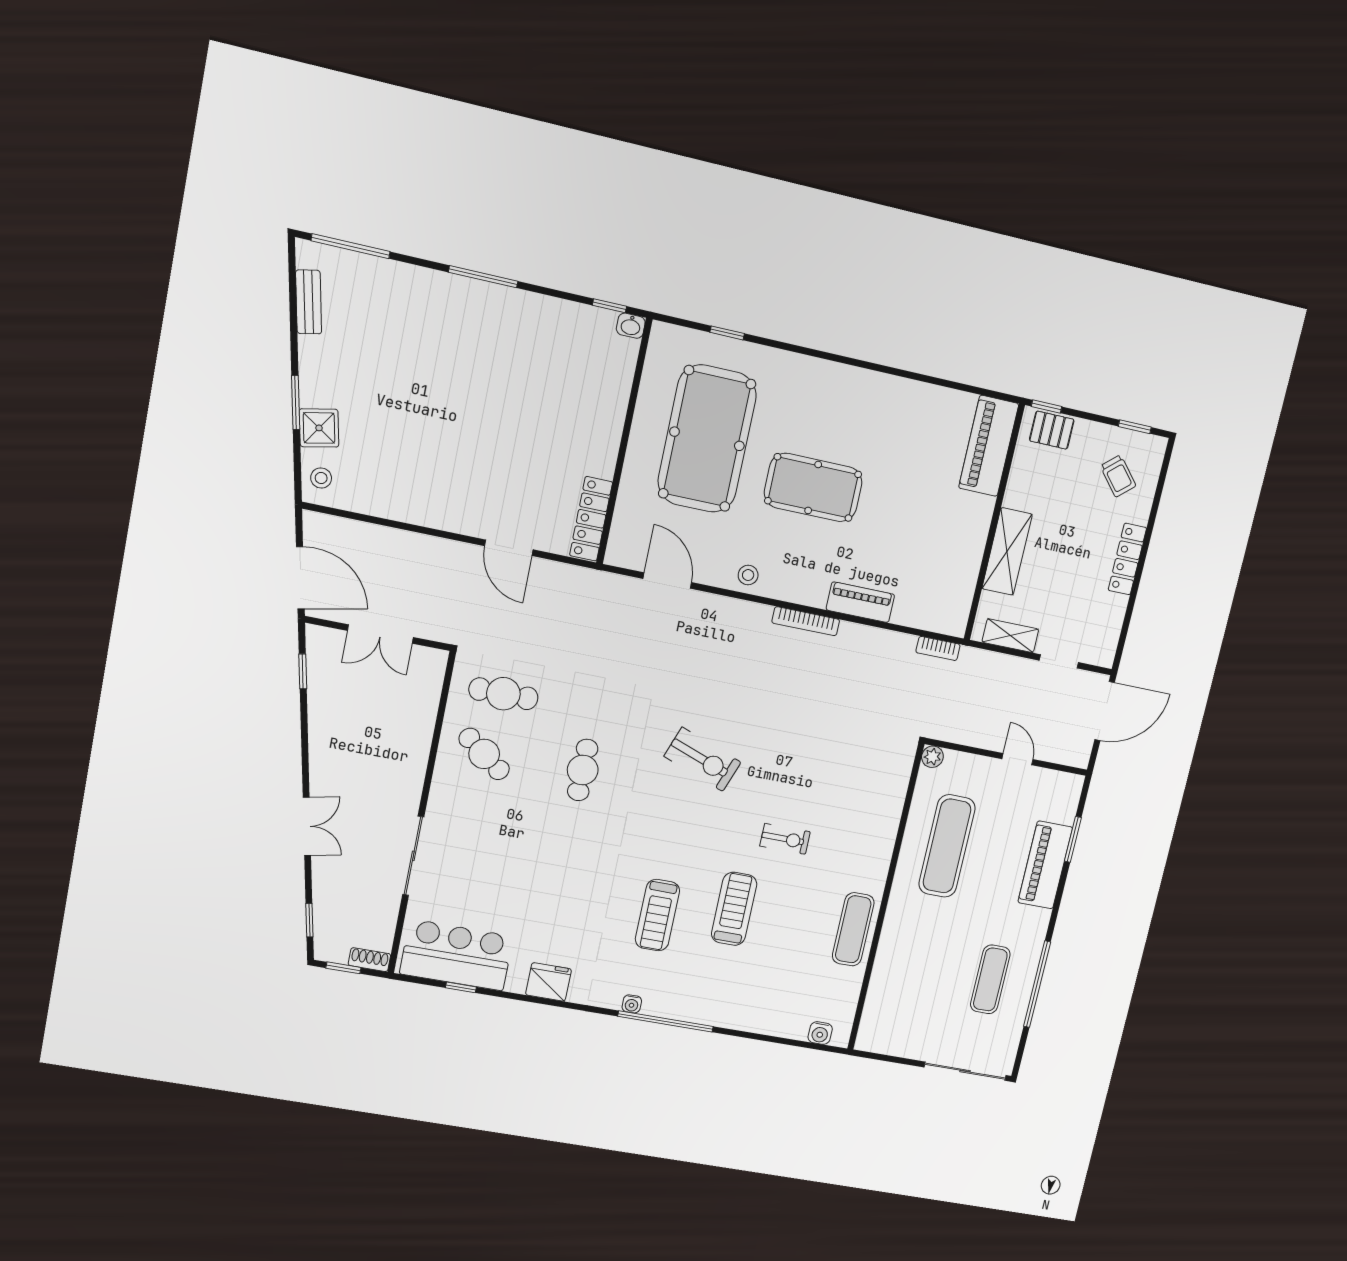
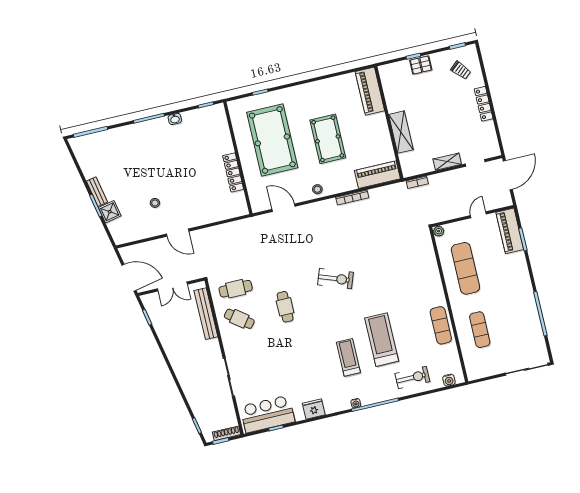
bench: (309, 302) -> (97, 192), moved
washbasin: (631, 326) -> (175, 119), moved
piano: (989, 446) -> (370, 91), moved
stool: (321, 478) -> (155, 203), moved
pool table: (813, 487) -> (328, 139), turned 90
locker: (591, 519) -> (233, 172), moved
wall: (994, 523) -> (389, 123), moved
door: (509, 548) -> (178, 233), moved
shelving: (1007, 551) -> (401, 132), moved
piano: (860, 602) -> (377, 175), width x1.37, depth x1.33
bench: (423, 716) -> (206, 314), added
door: (1017, 759) -> (478, 215), hinge flipped
double door: (307, 826) -> (178, 384), removed
exercise bike: (785, 839) -> (412, 378), moved, width x1.38, depth x1.39
piano: (1045, 865) -> (510, 231), moved
treadmill: (734, 909) -> (382, 340), width x1.37, depth x1.38
treadmill: (657, 915) -> (348, 357), turned 180
shoe rack: (369, 960) -> (227, 433), width x1.43
exercise mat: (990, 979) -> (480, 330), moved

